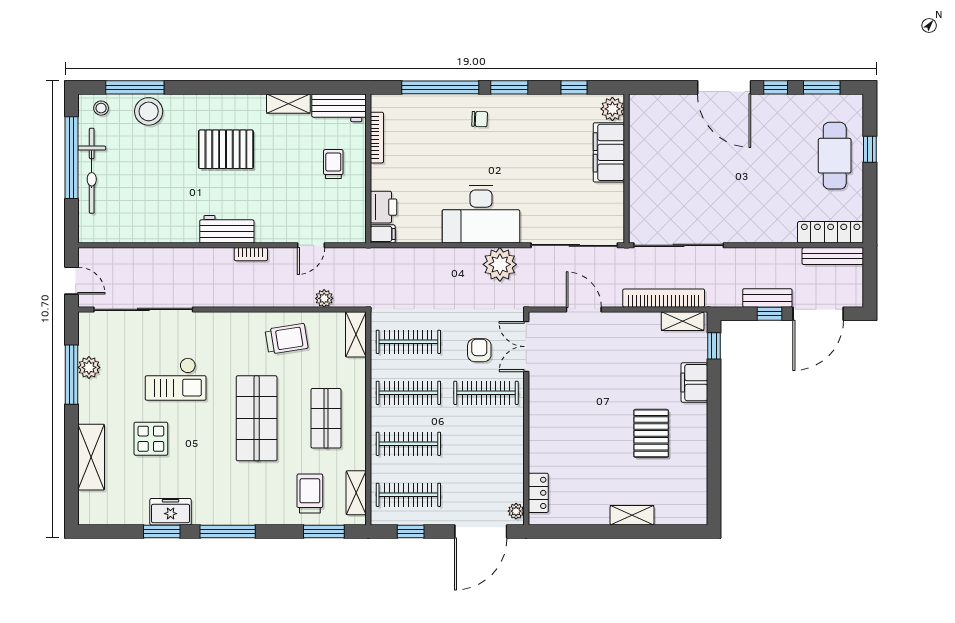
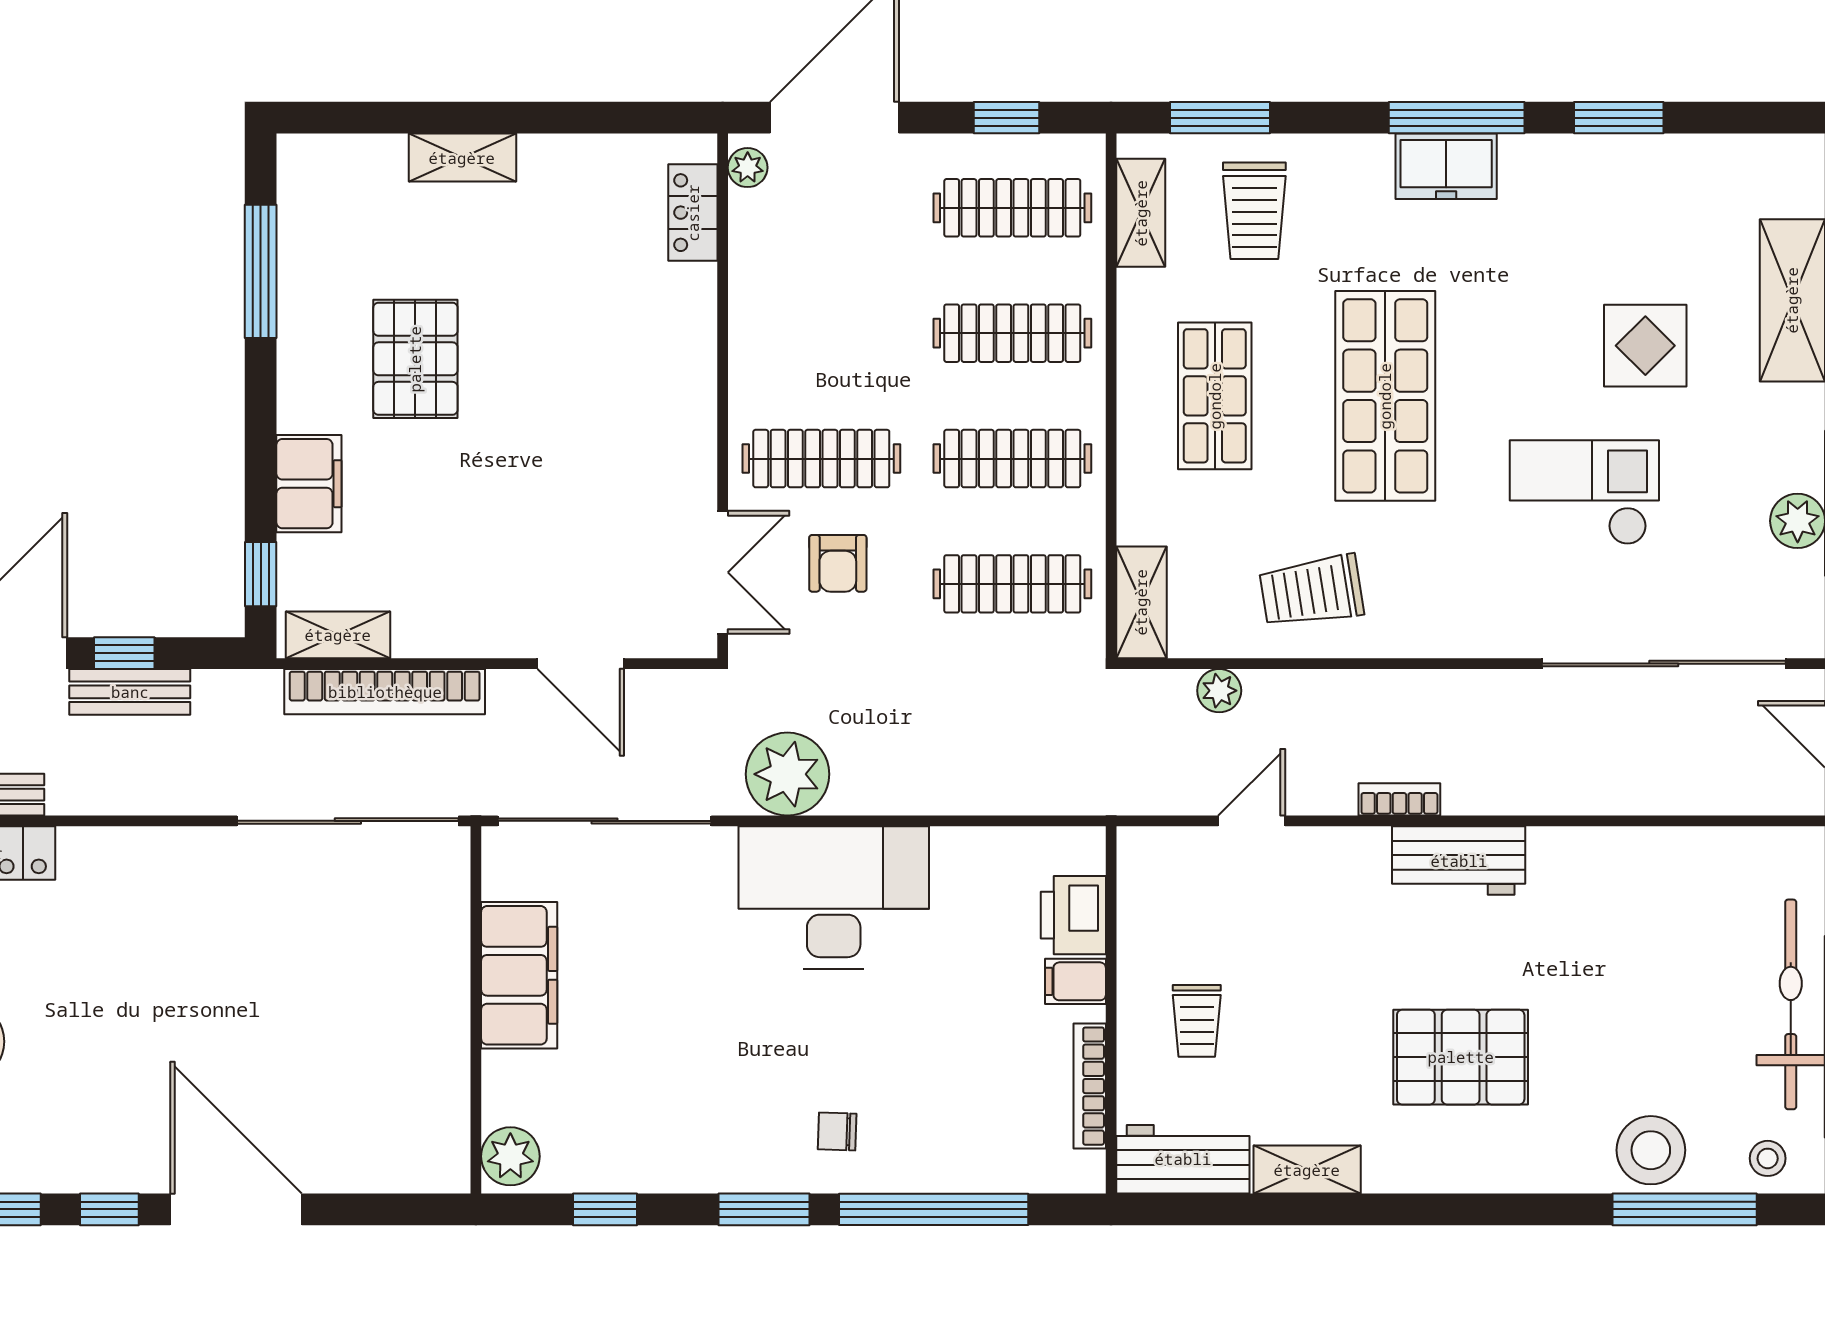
filing cabinet: (609, 152) -> (519, 975), moved
filing cabinet: (383, 234) -> (1075, 981), moved
window: (714, 469) -> (261, 271), added
freezer: (171, 512) -> (1446, 166), moved

